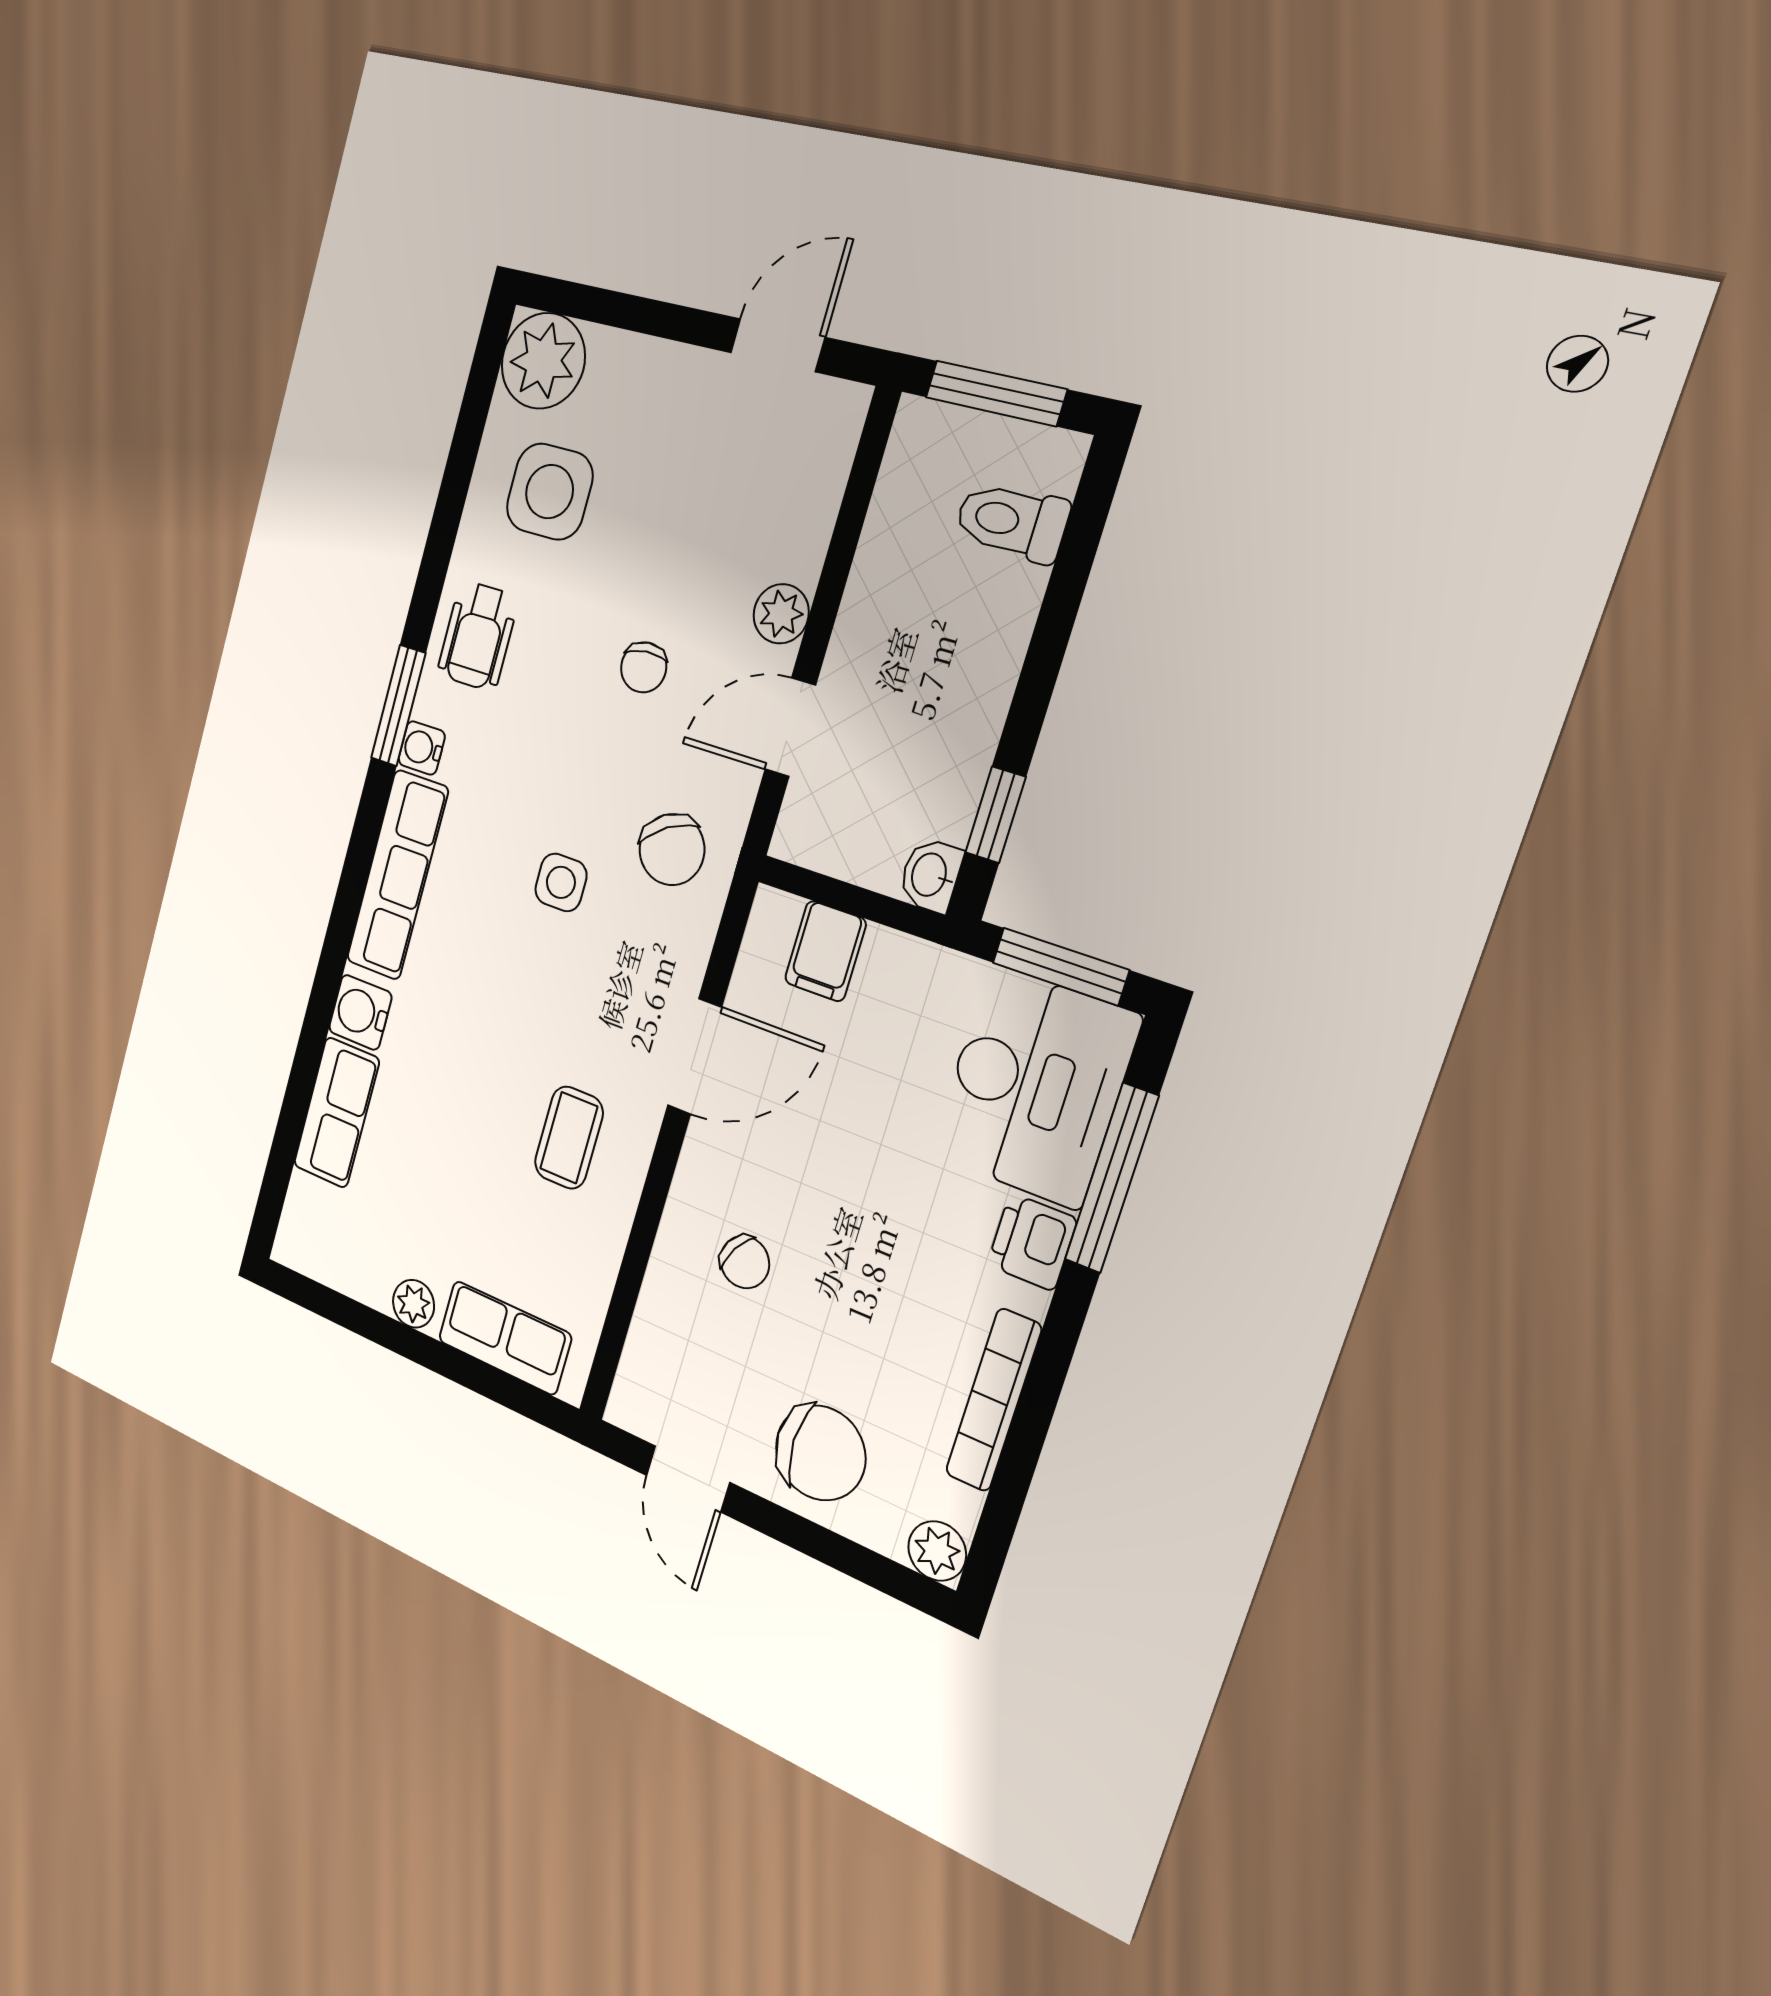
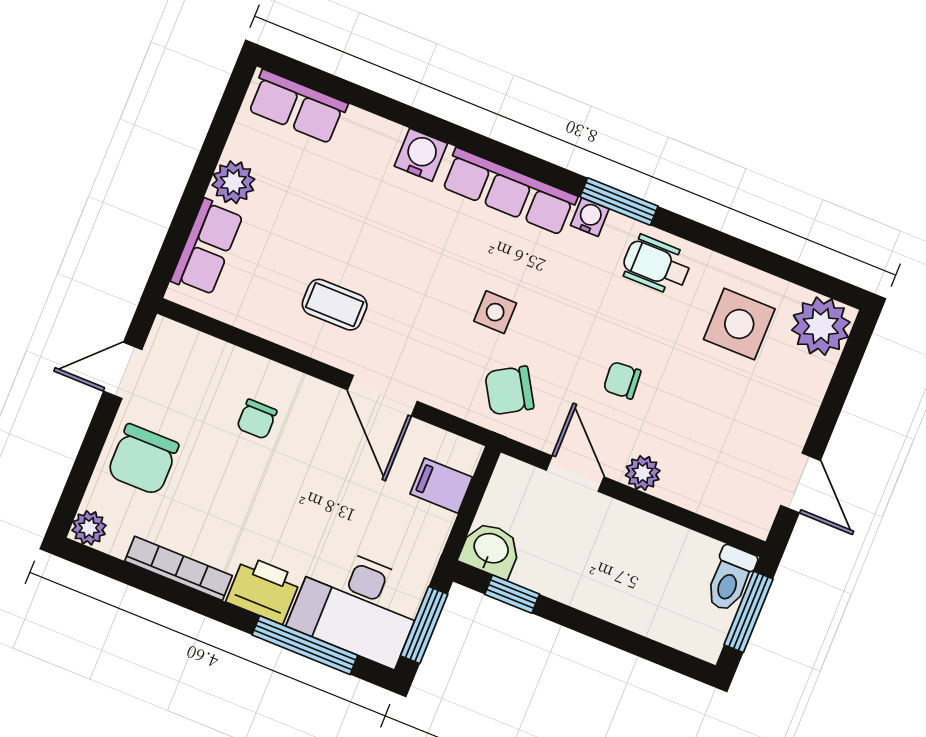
toilet: (1012, 521) -> (730, 579), moved, turned 180
washbasin: (930, 875) -> (491, 550), width x1.38, depth x1.45
row of seats: (336, 1112) -> (297, 107), moved
printer: (1032, 1242) -> (264, 590), width x1.36, depth x1.24
chair: (745, 1262) -> (257, 419), turned -30
plant: (414, 1304) -> (233, 182), width x1.38, depth x1.38

